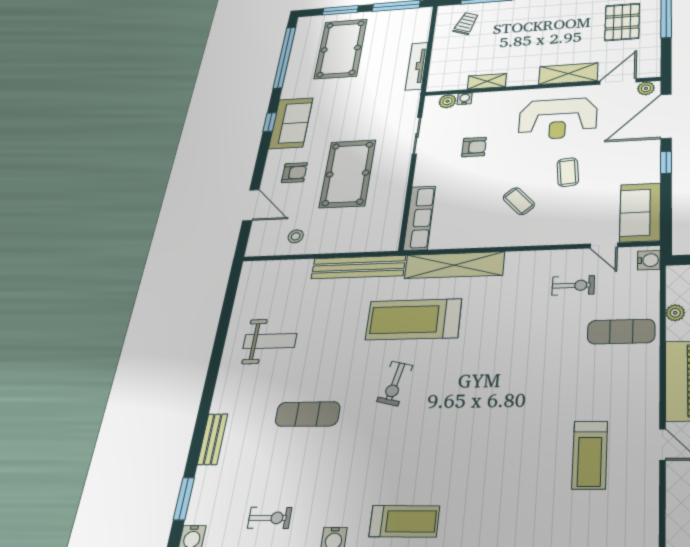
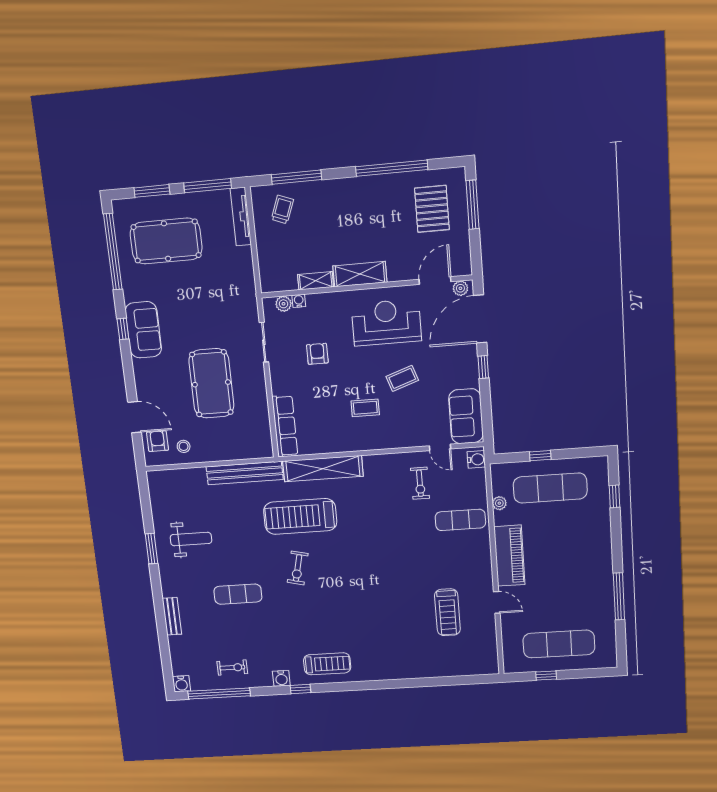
pool table: (341, 49) -> (166, 241), turned 90
tv unit: (417, 66) -> (241, 217), moved
shelving: (568, 74) -> (360, 274), moved
reception desk: (558, 119) -> (386, 322), turned 180
armchair: (474, 147) -> (317, 354), turned -90
coffee table: (568, 172) -> (402, 378), turned 76
armchair: (294, 173) -> (157, 441), moved, turned -90
coffee table: (519, 201) -> (365, 408), turned -48
exercise bike: (573, 285) -> (420, 483), turned 90
window: (184, 499) -> (152, 549), moved

